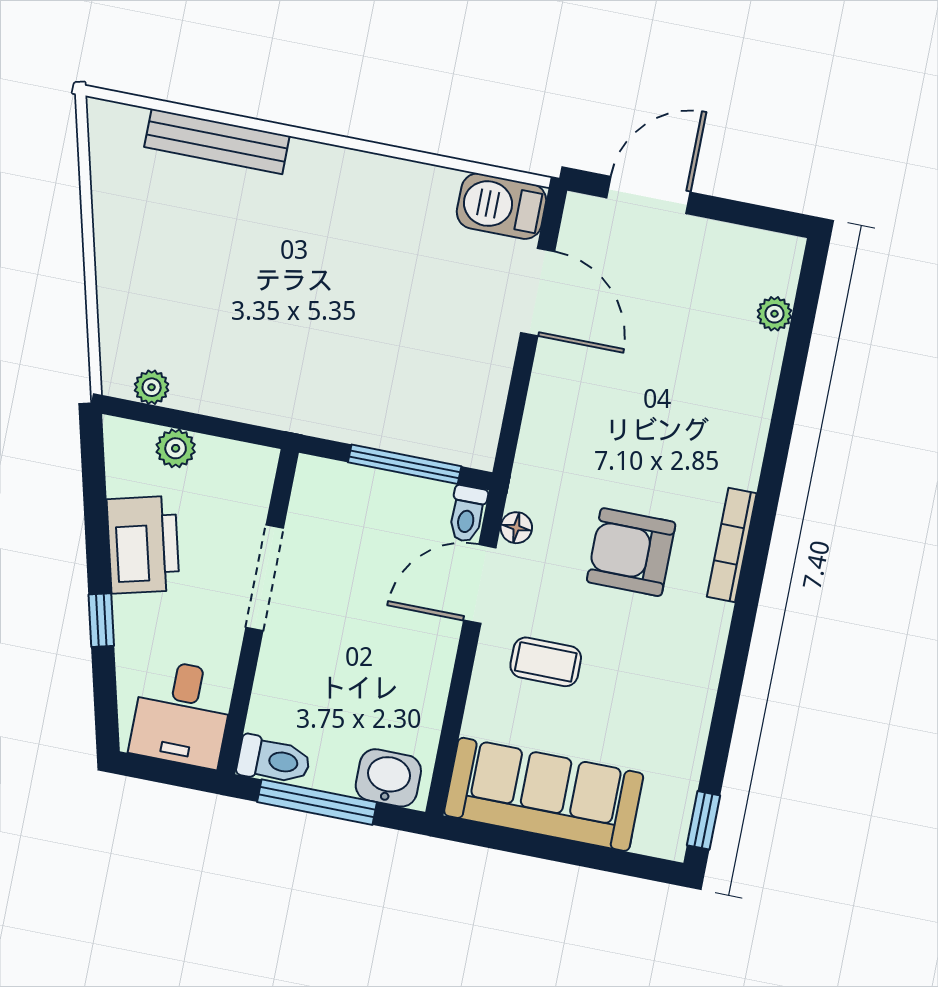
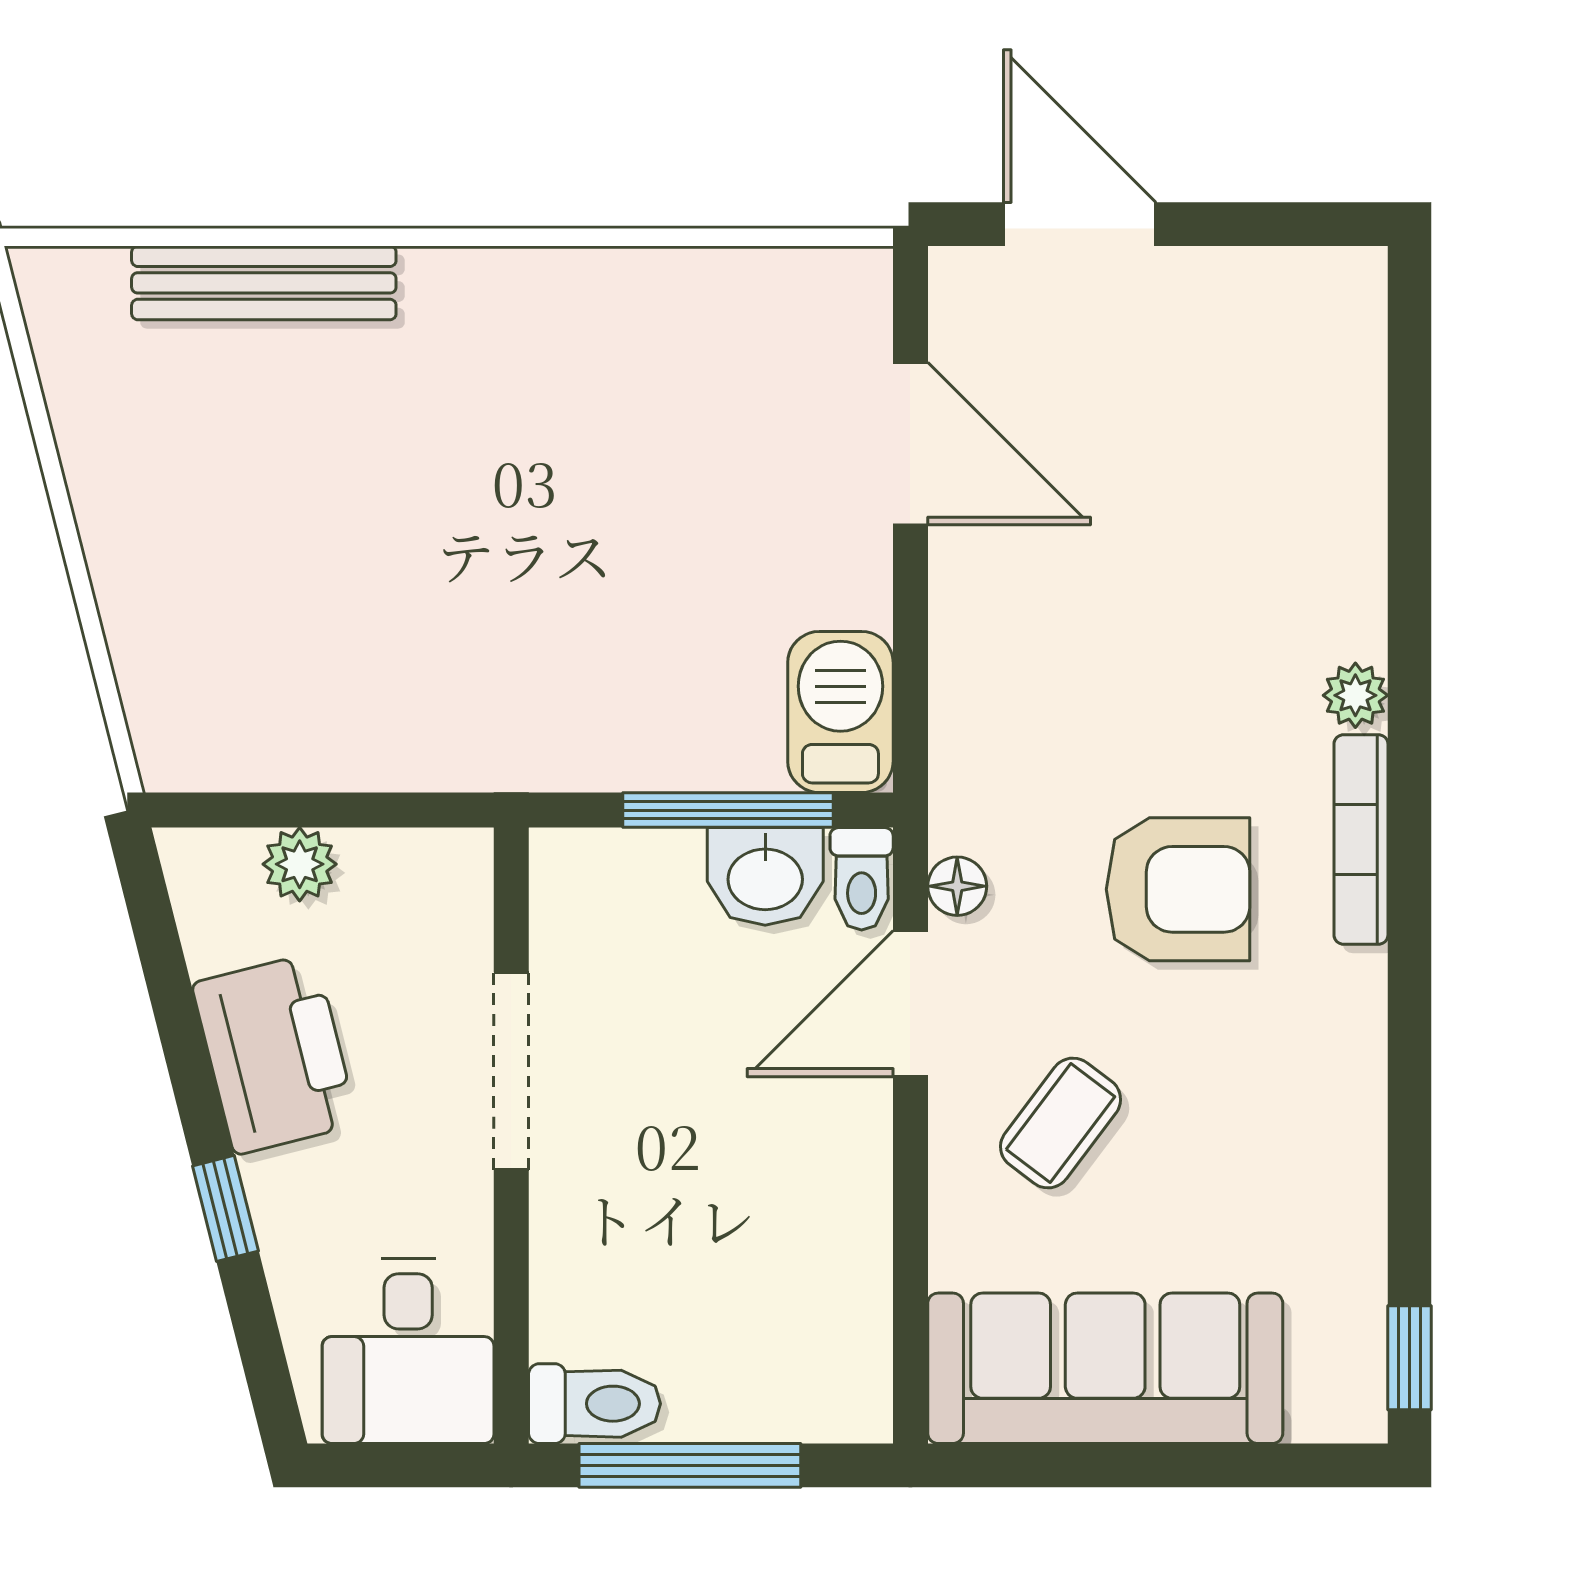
door: (648, 195) -> (1080, 224), hinge flipped
barbecue: (501, 206) -> (840, 712), moved, turned 90
plant: (775, 314) -> (1355, 695), moved
plant: (152, 387) -> (233, 760), removed
armchair: (631, 552) -> (1178, 889), turned 180
coffee table: (546, 662) -> (1061, 1123), turned -53
washbasin: (388, 778) -> (765, 876), moved, turned 180

